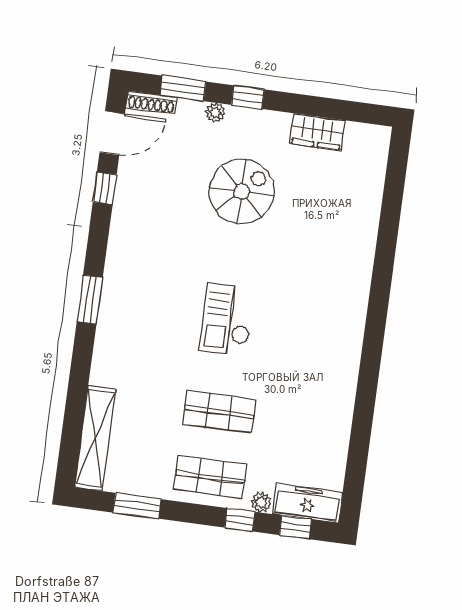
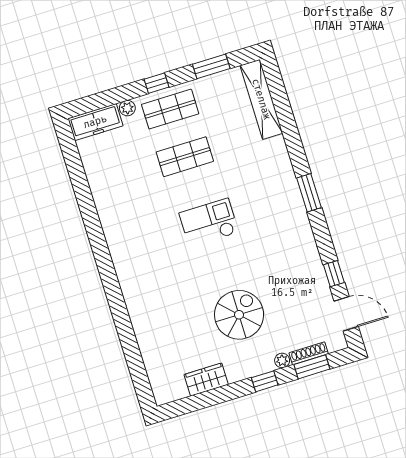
shoe rack: (151, 103) -> (309, 353), moved
door: (112, 133) -> (346, 314), swing flipped
spiral stairs: (242, 191) -> (239, 315), turned 180
checkout: (227, 319) -> (209, 223), turned -90
window: (240, 520) -> (157, 83), moved
window: (295, 527) -> (96, 102), removed

